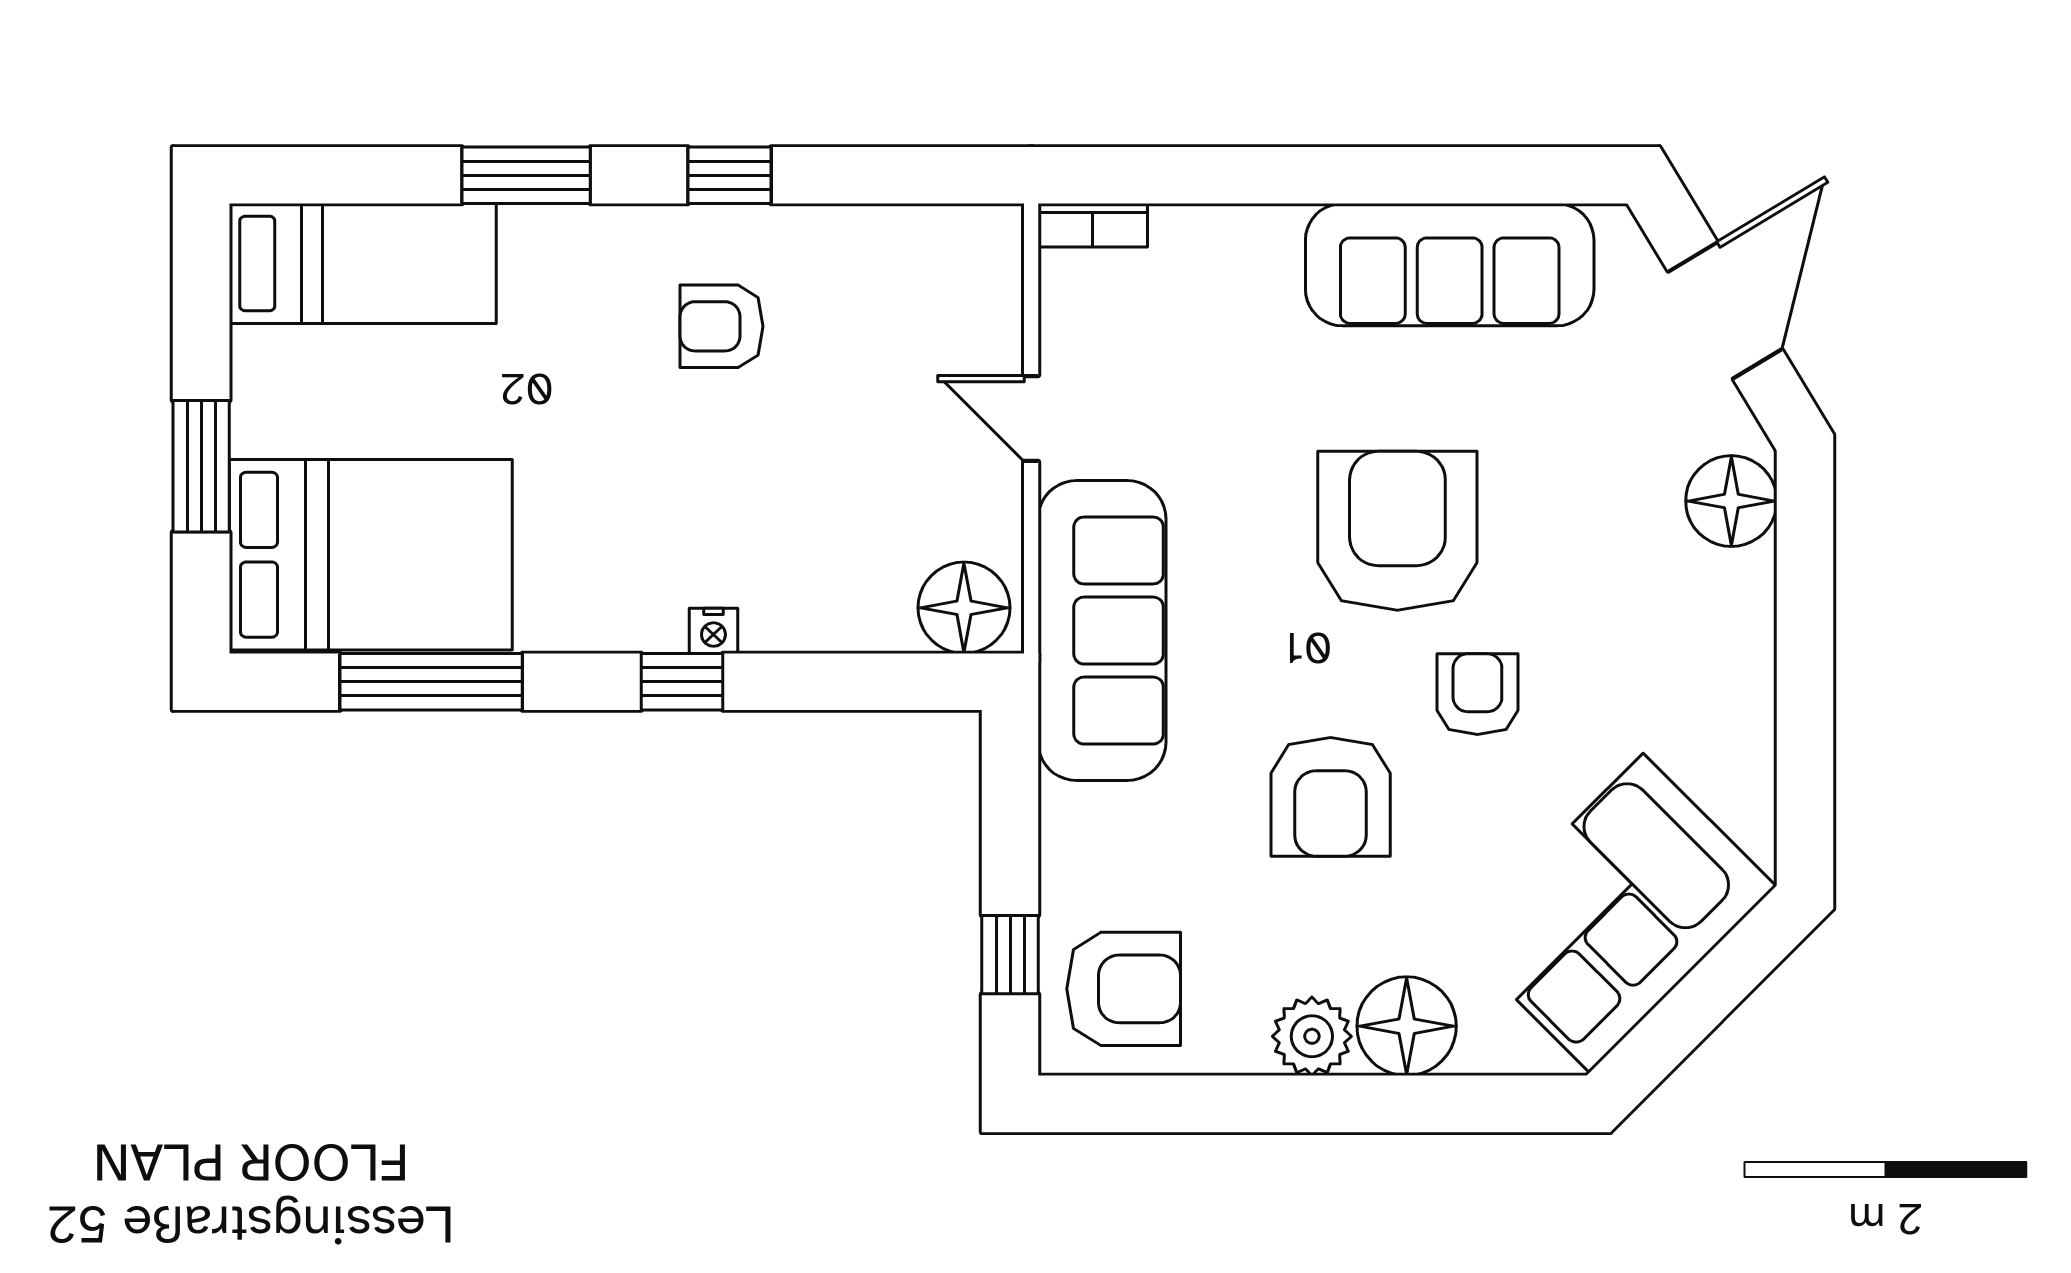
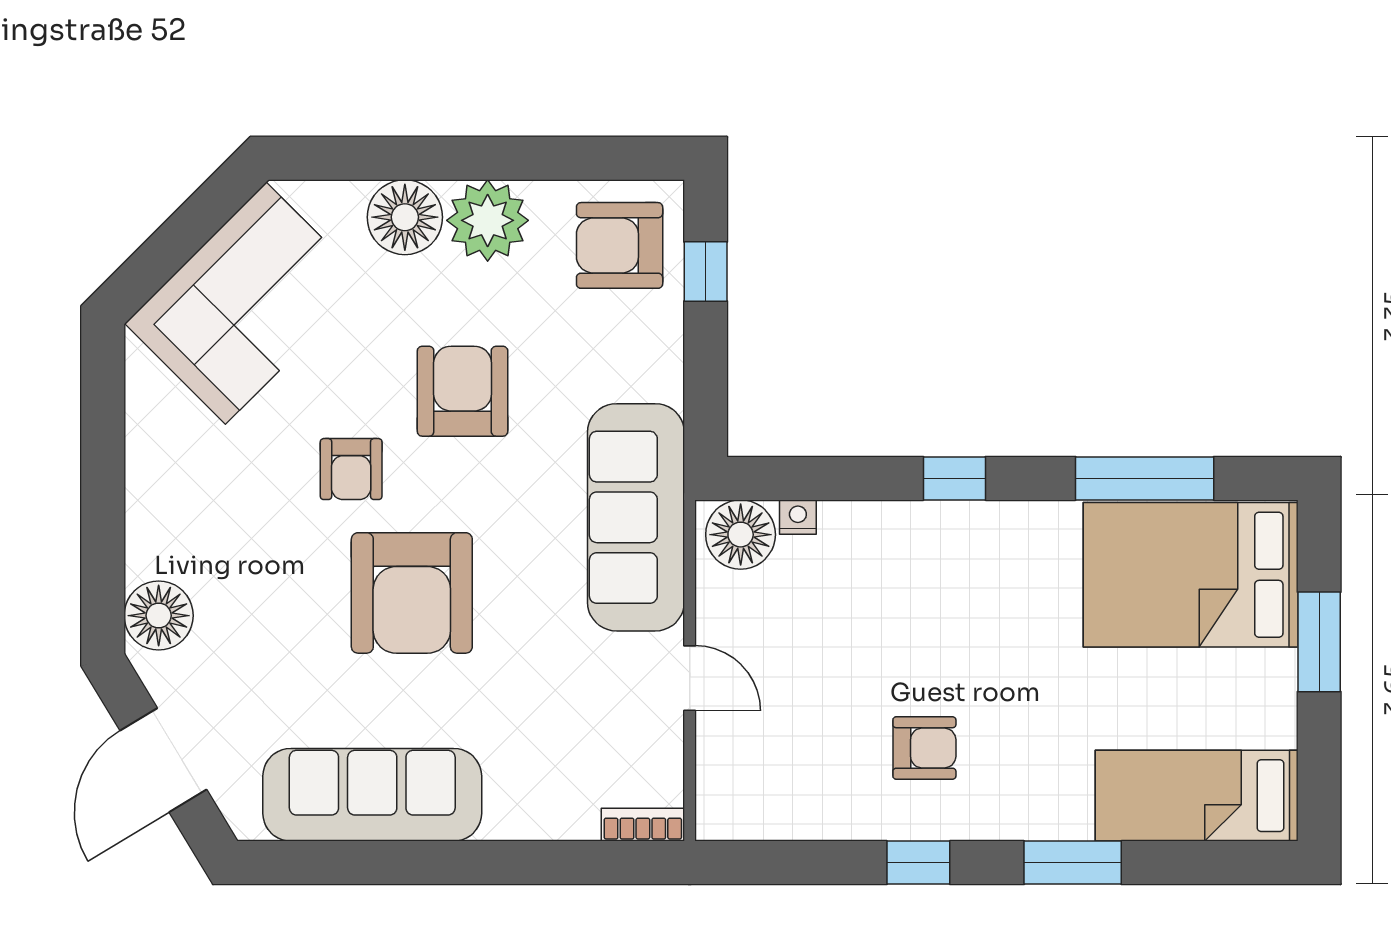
nightstand: (713, 631) -> (798, 517), moved
plant: (1312, 1036) -> (488, 220), width x1.36, depth x1.36

